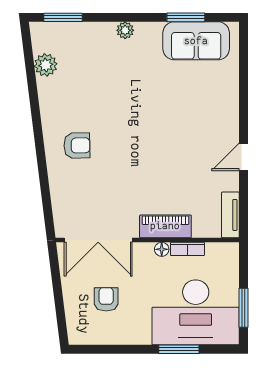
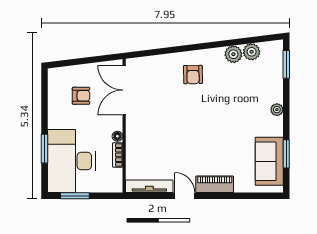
plant: (49, 90) -> (233, 54), added
tv unit: (230, 215) -> (149, 186), width x1.41
piano: (165, 226) -> (215, 184), moved, turned -90

